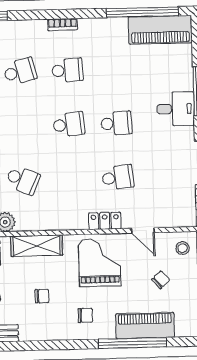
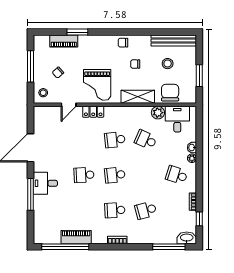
piano: (160, 30) -> (76, 237), moved, width x0.73, depth x0.75
school desk: (118, 177) -> (115, 140), moved
door: (143, 231) -> (69, 105), swing flipped
chair: (85, 315) -> (123, 43), moved
piano: (145, 326) -> (64, 41), width x0.73, depth x0.75
window: (132, 343) -> (77, 32), width x0.47

